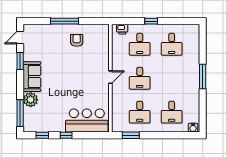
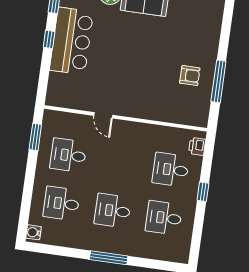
window: (65, 21) -> (218, 81), moved
door: (110, 77) -> (103, 115), moved
desk: (140, 78) -> (113, 211), moved
bar counter: (87, 121) -> (71, 41), moved

